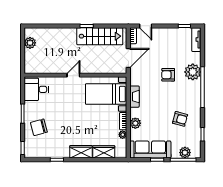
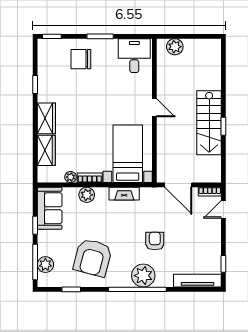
stairs: (100, 36) -> (209, 123), moved
tv unit: (196, 40) -> (197, 281), width x1.41
plant: (30, 43) -> (175, 47), moved
plant: (193, 72) -> (143, 276), moved
armchair: (180, 119) -> (93, 258), width x1.88, depth x1.88
chair: (39, 127) -> (81, 59), turned -75
sofa: (150, 150) -> (50, 208), width x0.73

